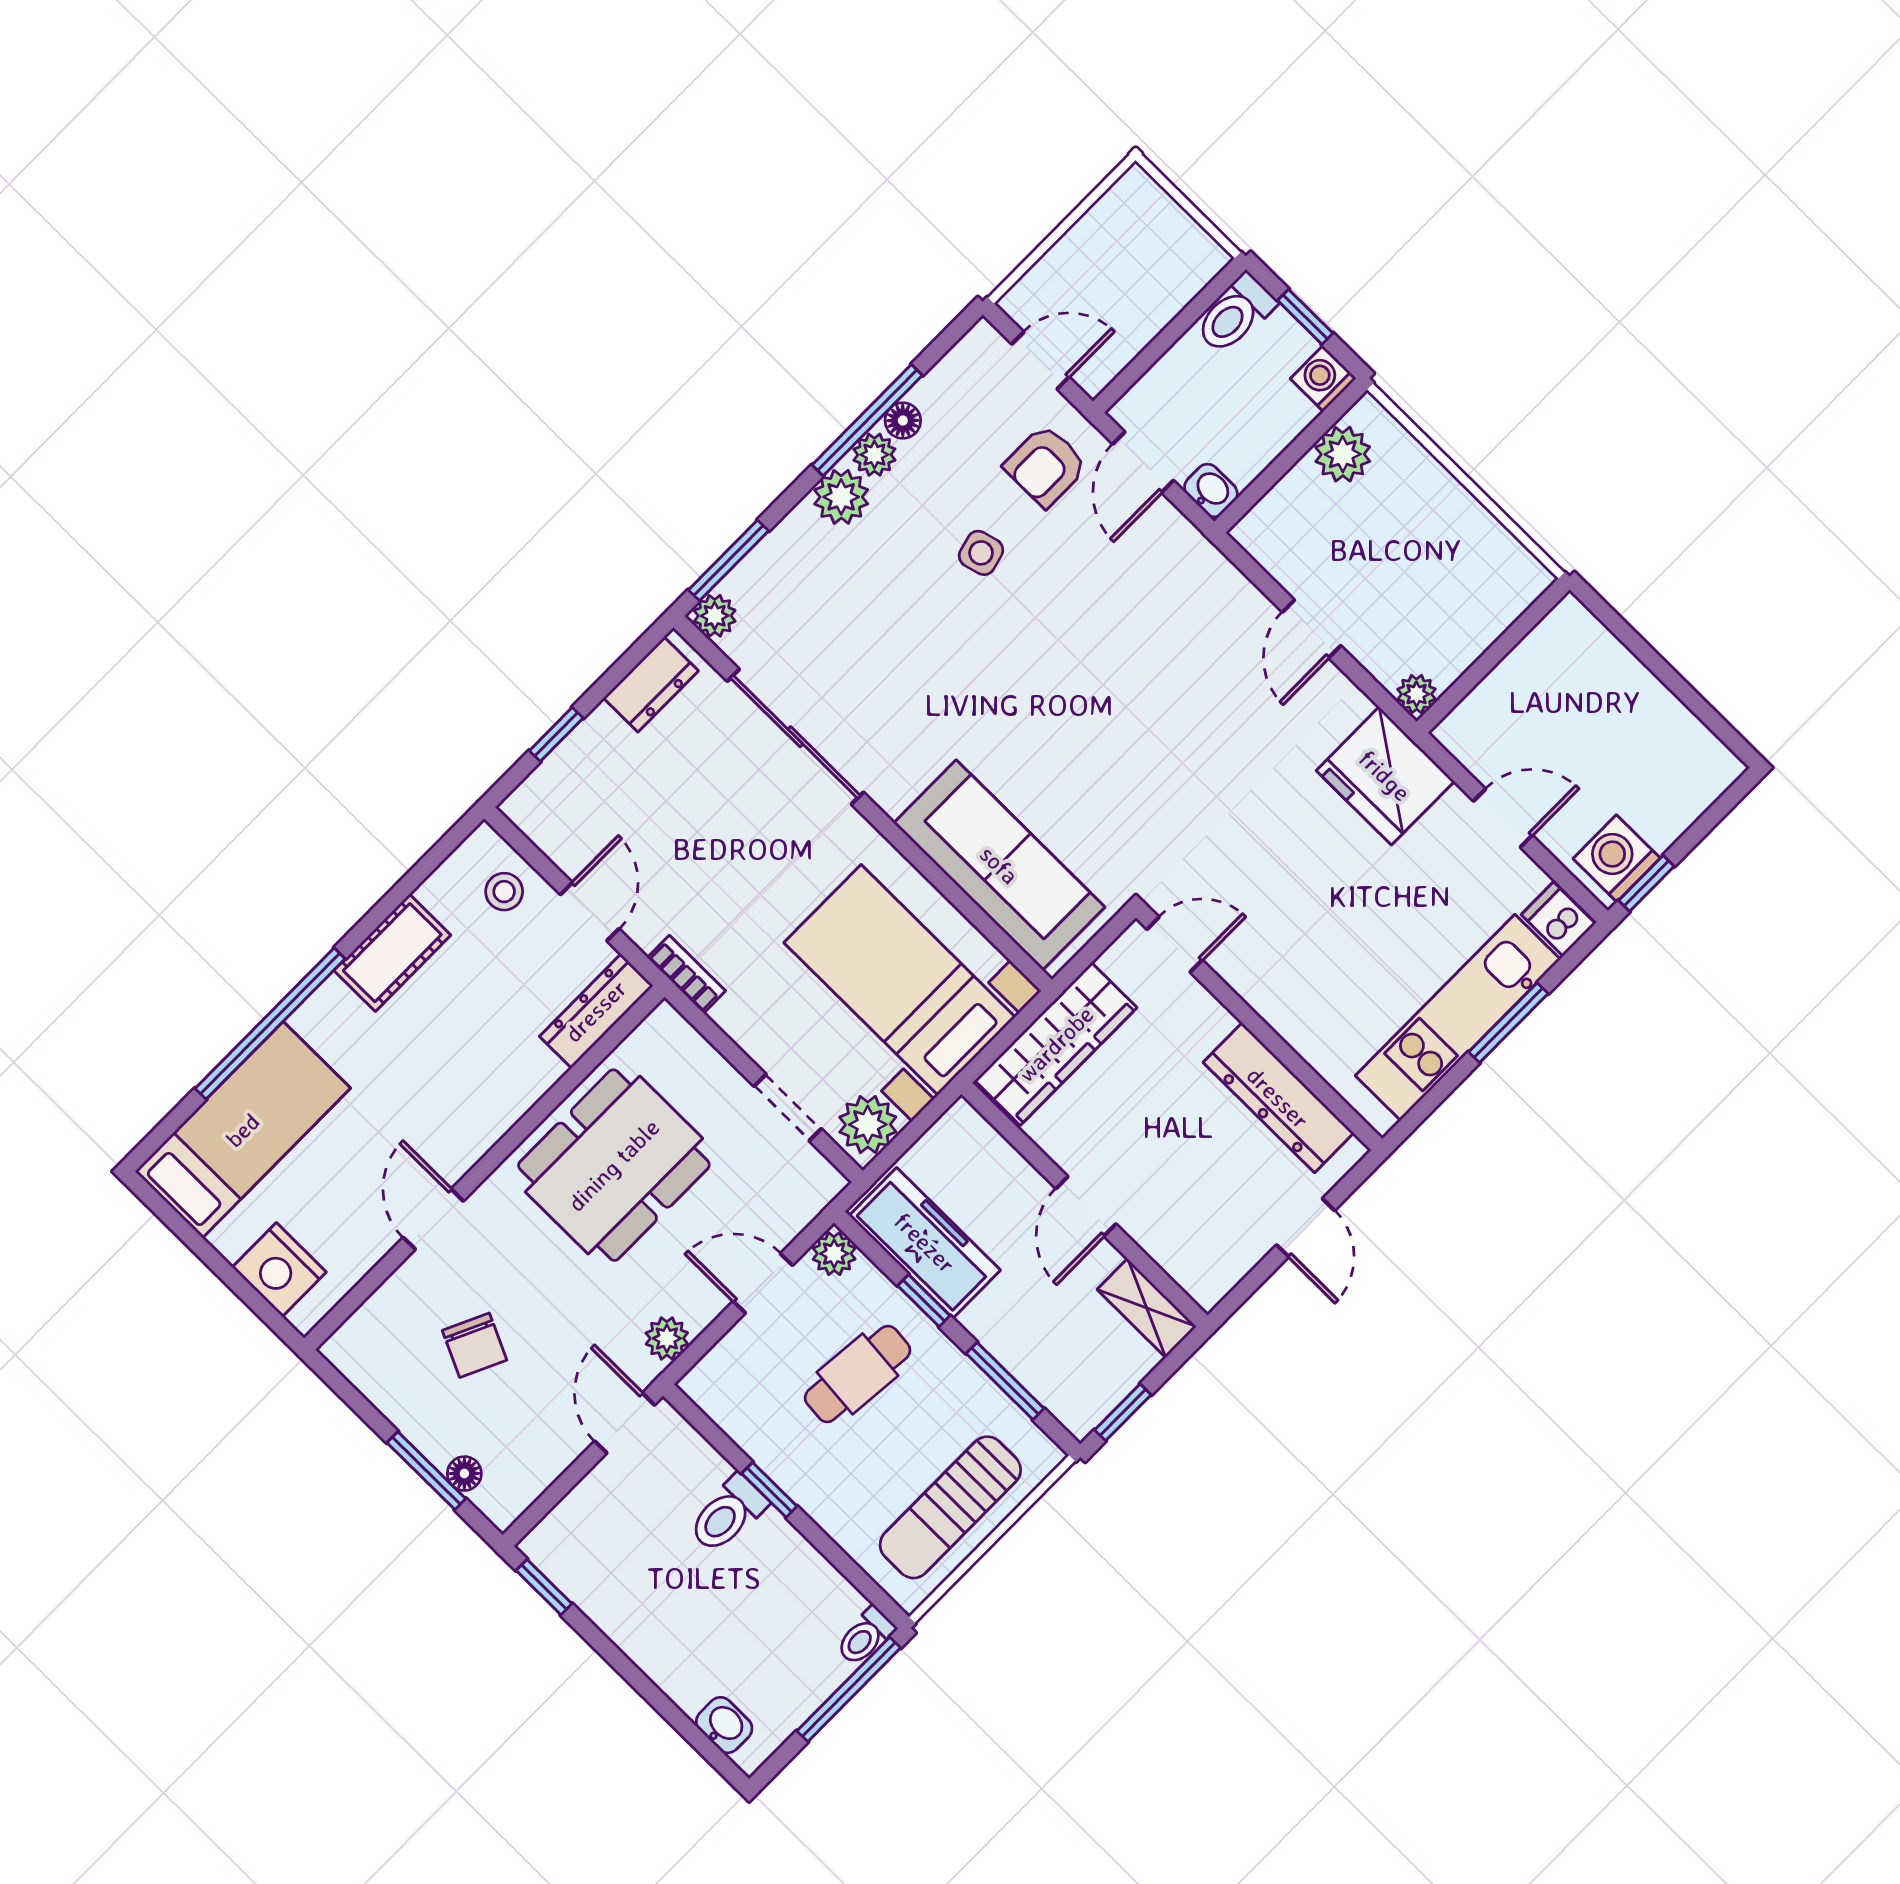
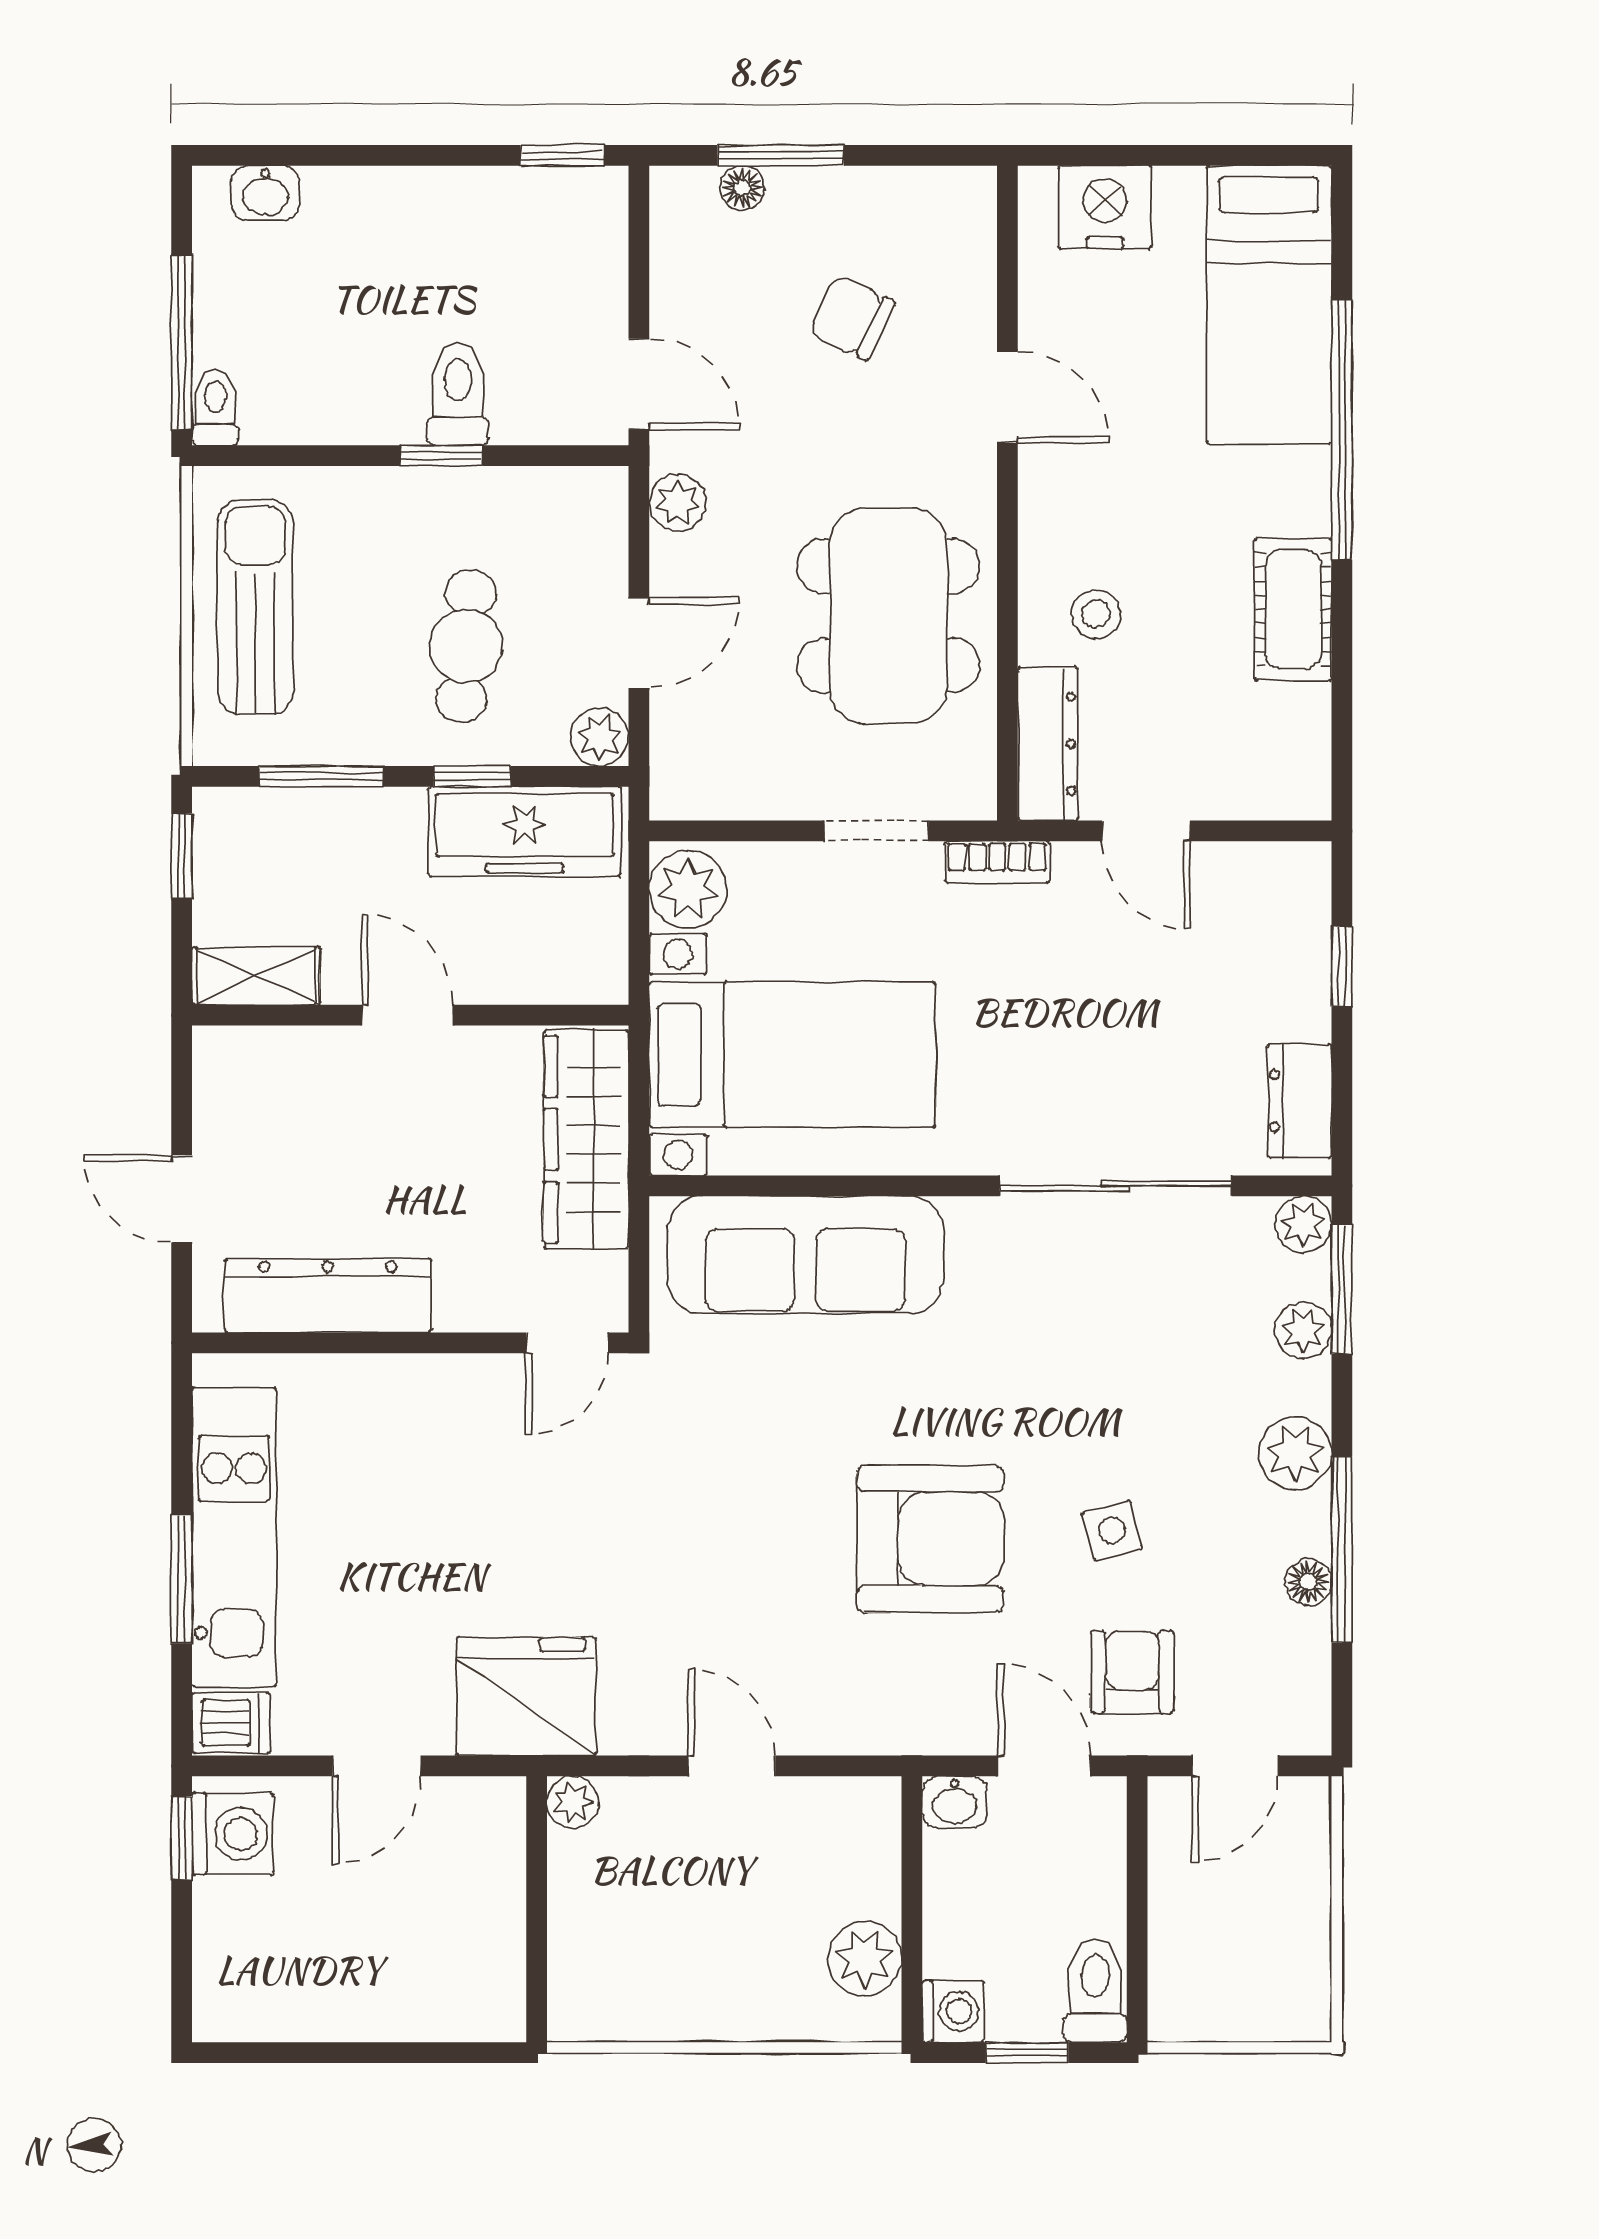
plant: (874, 455) -> (1303, 1330), moved
armchair: (1083, 645) -> (930, 1539), added
stool: (504, 892) -> (1096, 614), moved
doorway: (788, 1108) -> (876, 831), moved

